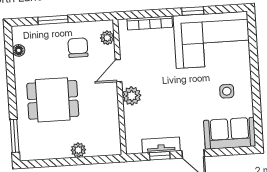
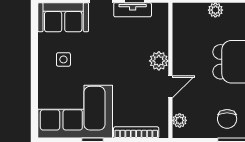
chair: (78, 48) -> (227, 119), moved

